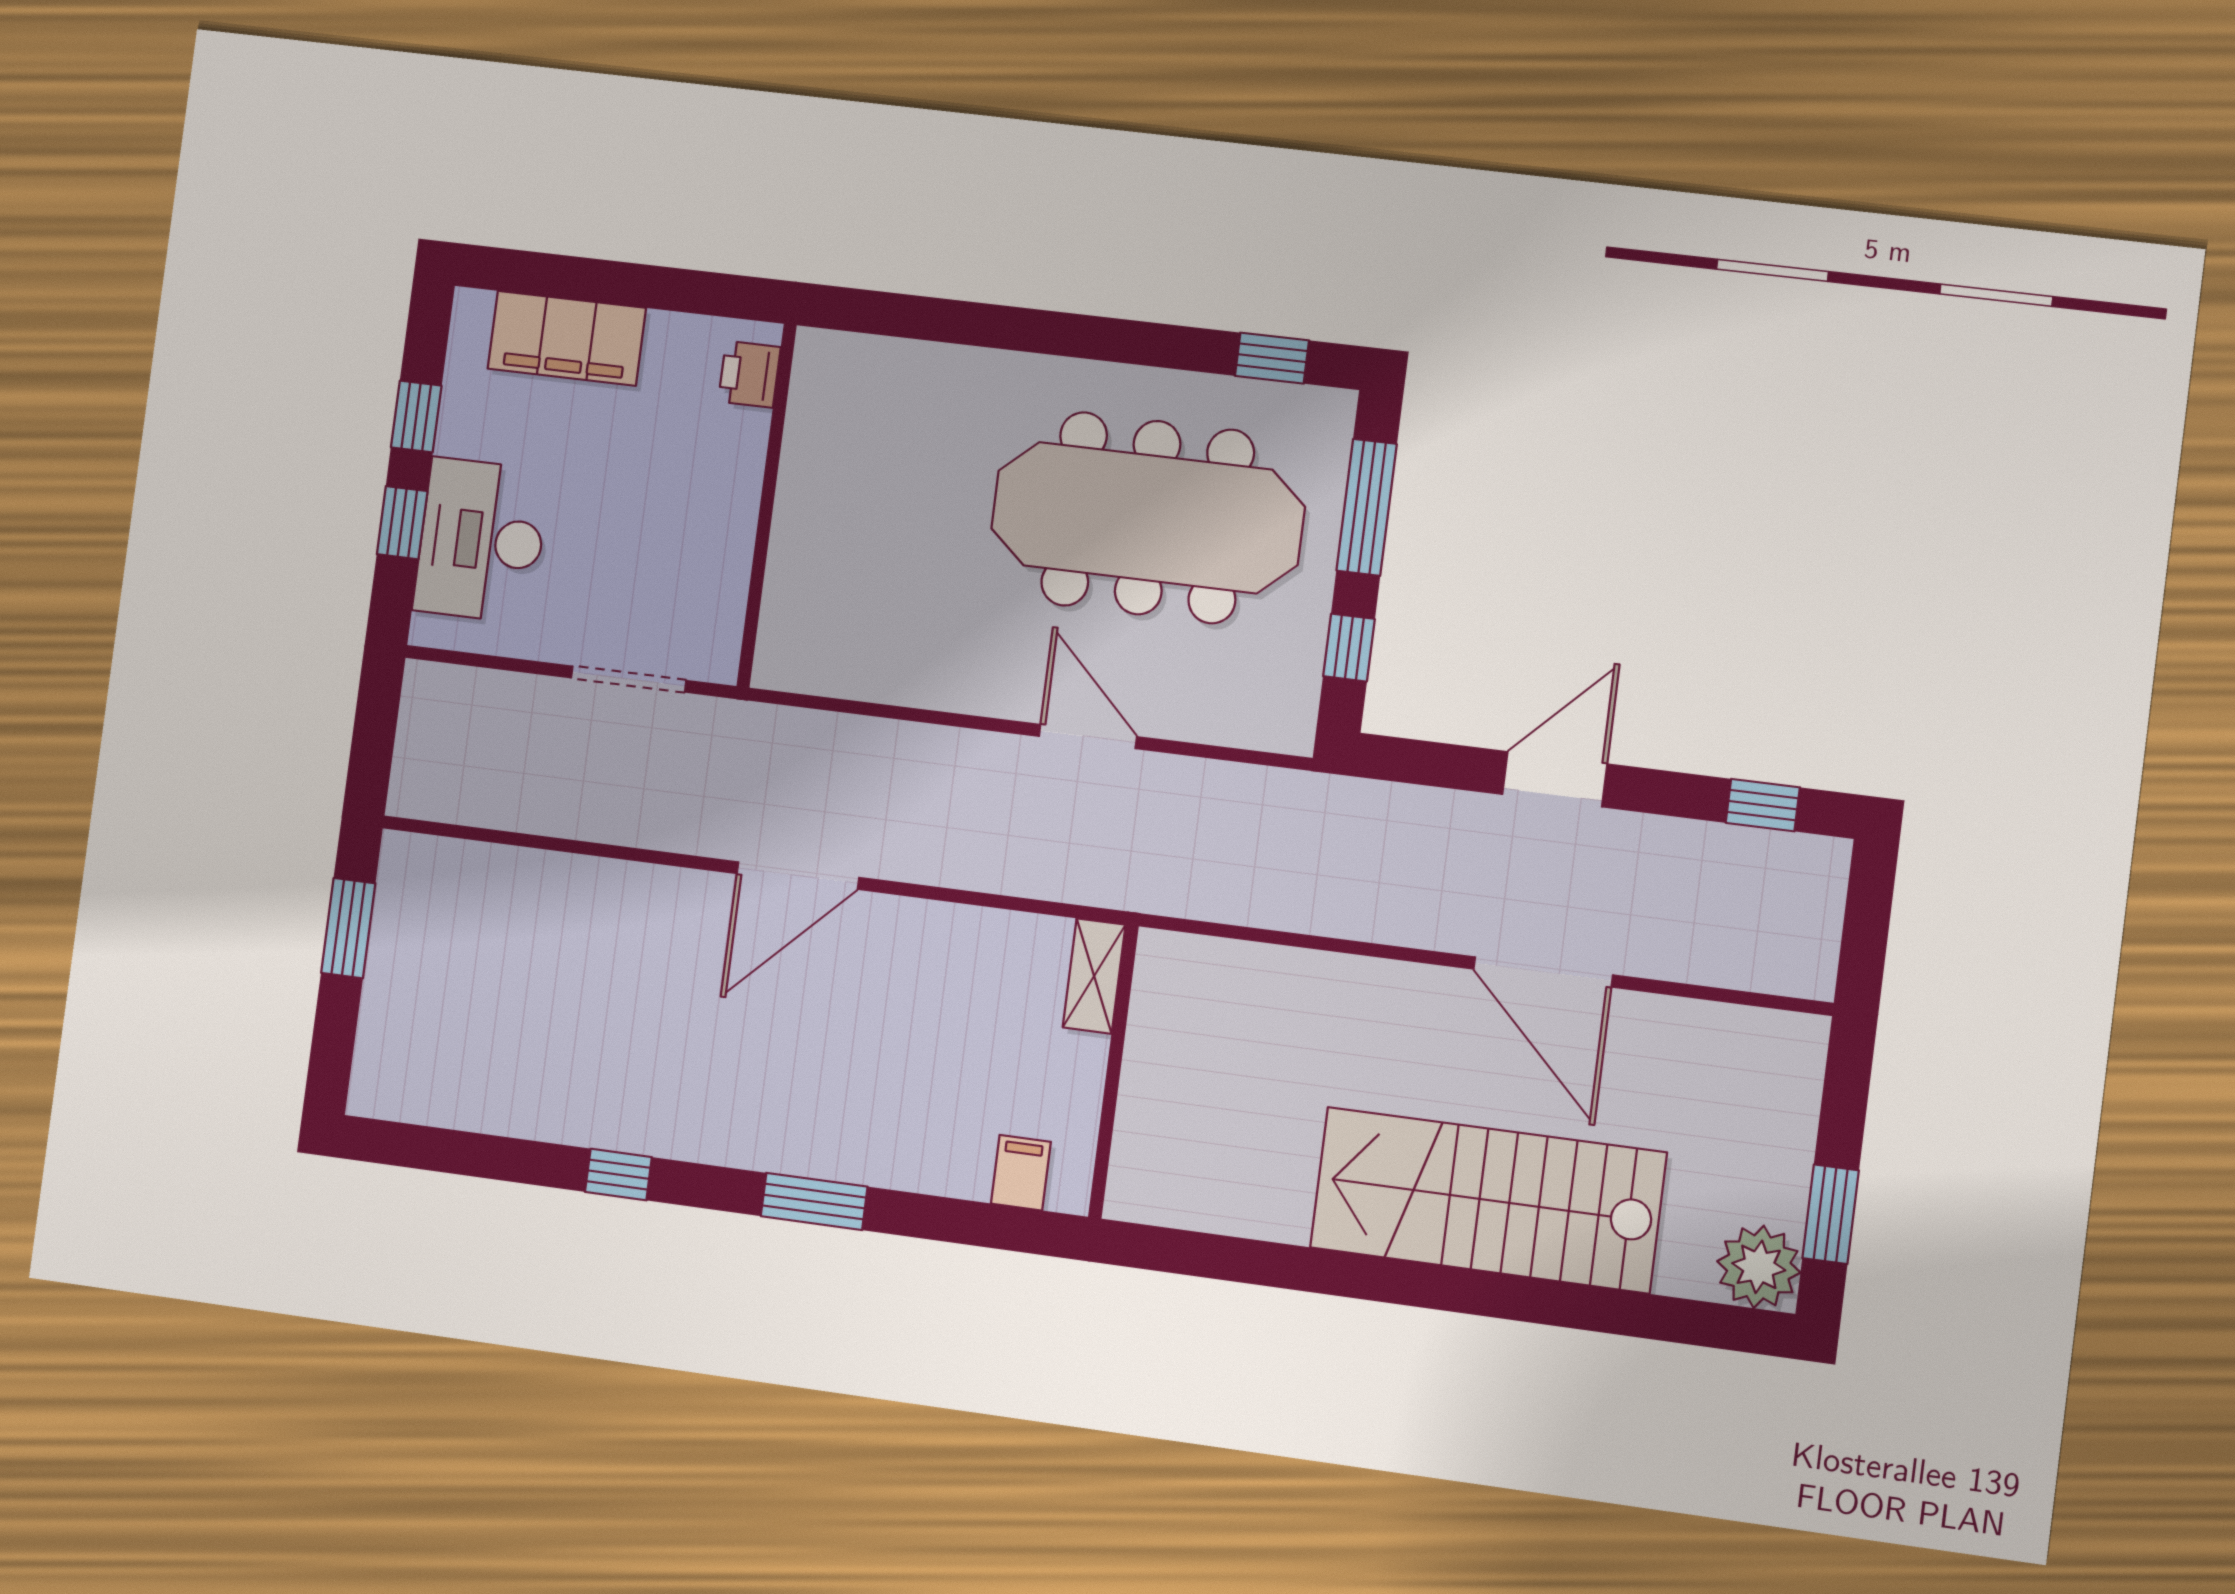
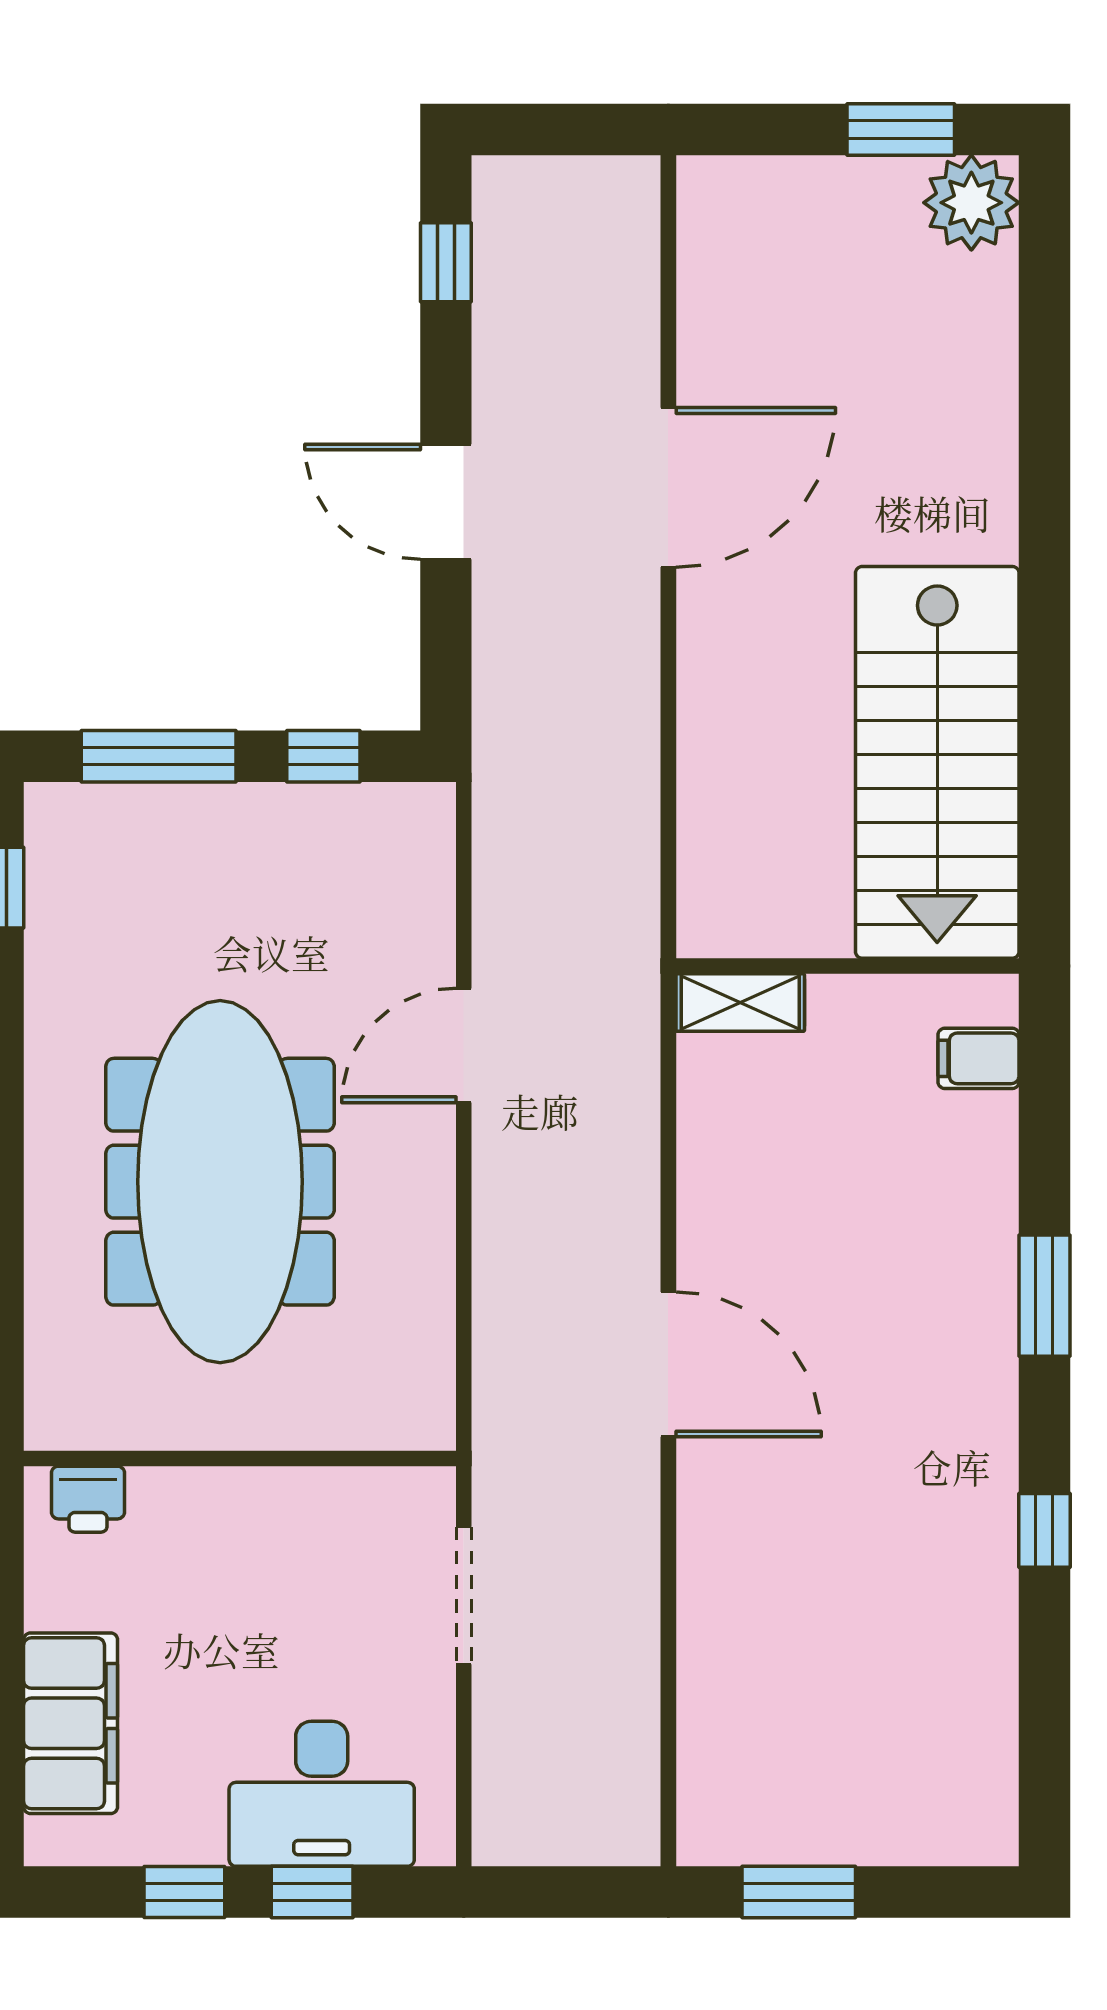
meeting table: (1148, 518) -> (220, 1182), moved
stairs: (1488, 1200) -> (937, 762), moved

